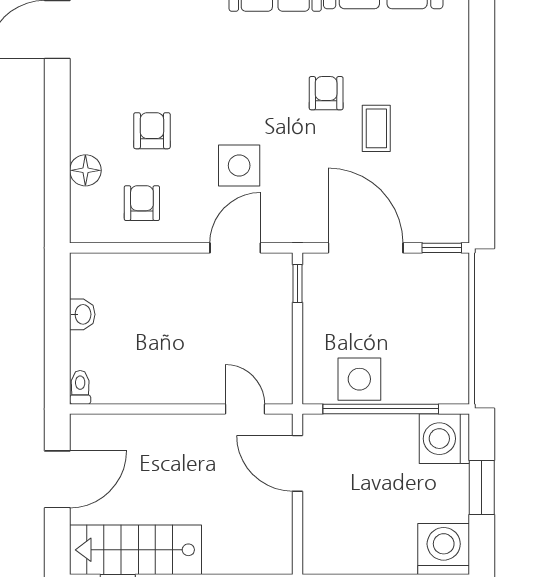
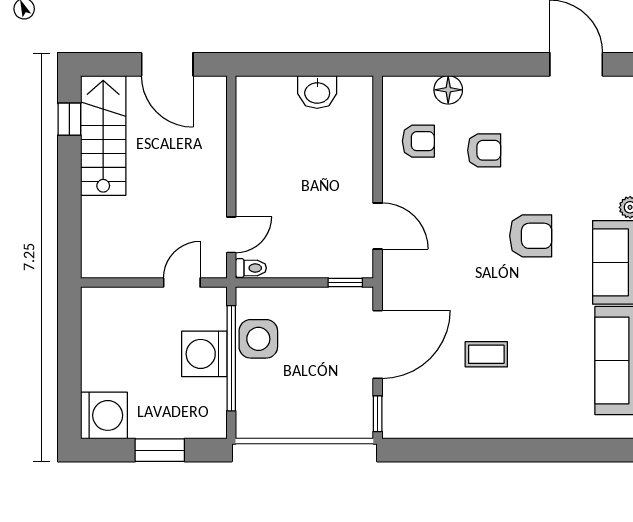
armchair: (326, 93) -> (531, 236), moved, width x1.38, depth x1.38
side table: (239, 166) -> (453, 230), removed
washbasin: (82, 314) -> (317, 92), width x1.38, depth x1.45
toilet: (80, 387) -> (251, 268), moved
washing machine: (444, 439) -> (204, 354), moved, turned -90
door: (297, 463) -> (182, 283), width x0.73

